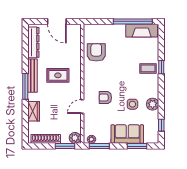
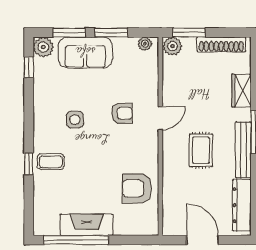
fireplace: (142, 31) -> (87, 225), moved
armchair: (96, 52) -> (137, 188), turned 90
rug: (58, 75) -> (201, 150), turned 90
side table: (132, 104) -> (75, 120), moved
plant: (153, 104) -> (43, 47), moved
door: (82, 107) -> (160, 118), moved
window: (99, 146) -> (111, 33), moved

